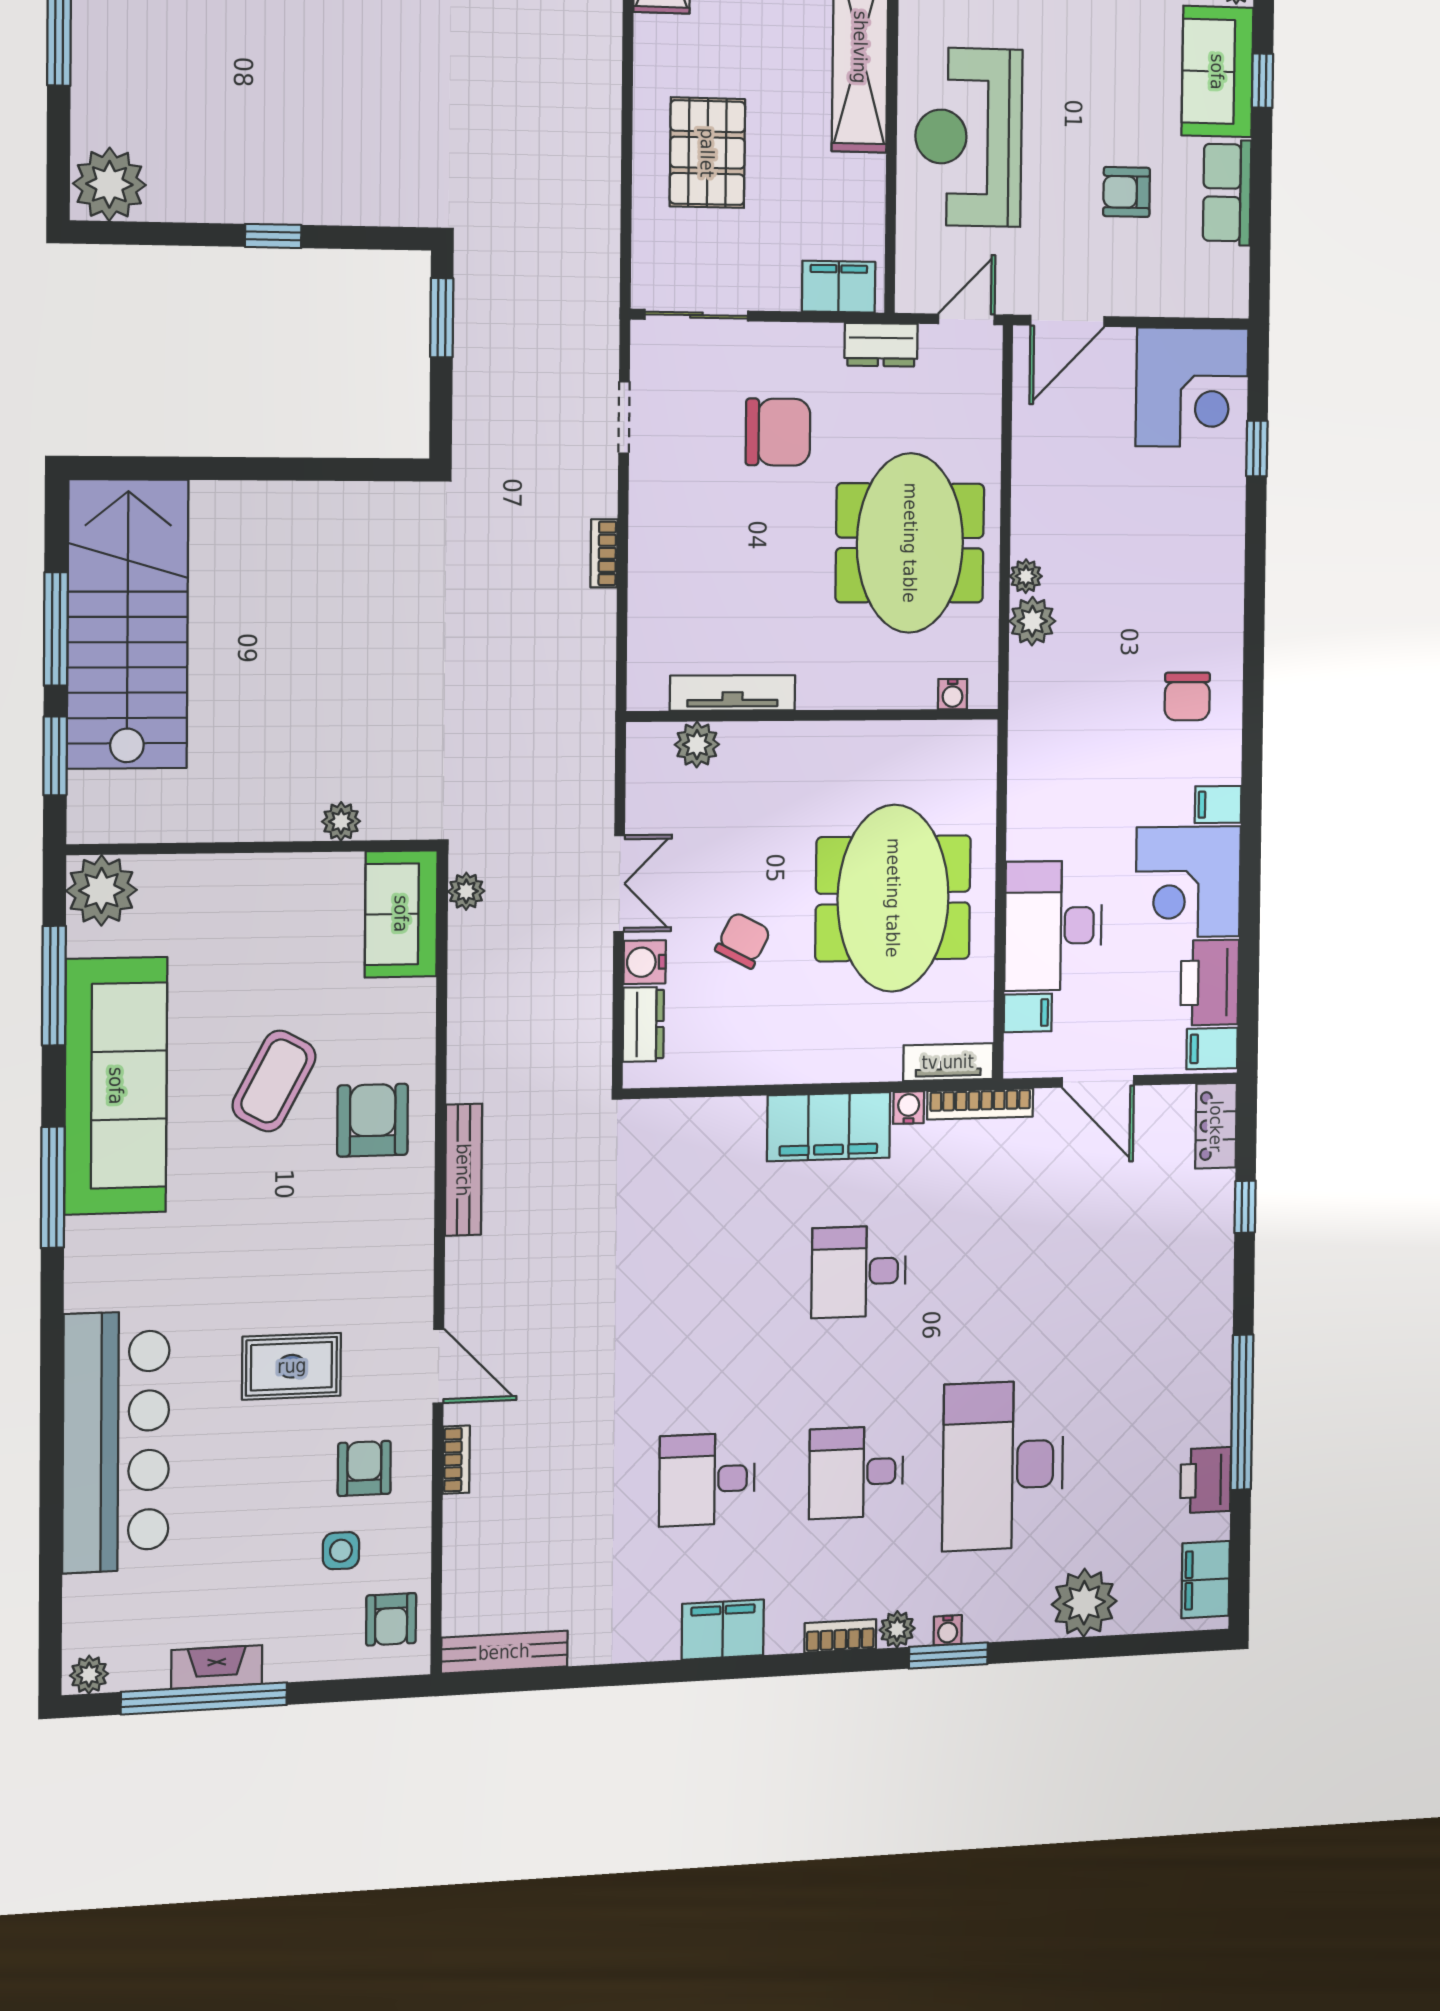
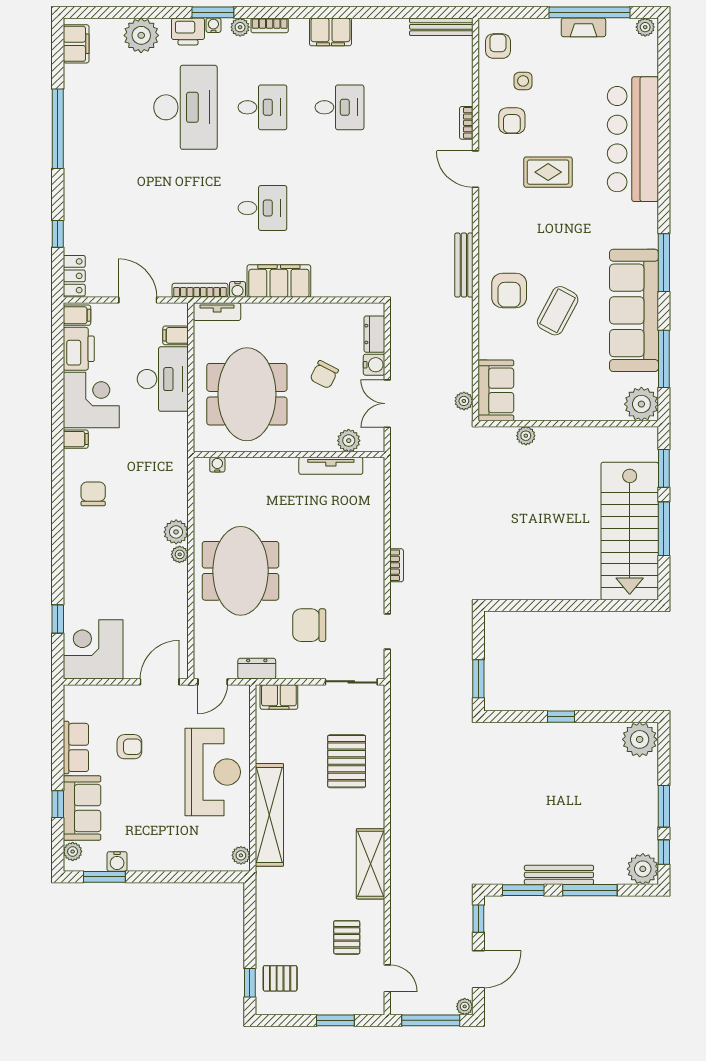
tv unit: (733, 693) -> (331, 466), moved
water cooler: (953, 694) -> (217, 465), moved
wall: (814, 715) -> (289, 455), moved
plant: (697, 745) -> (349, 441), moved
printer: (1206, 1480) -> (188, 31), moved, turned 90

